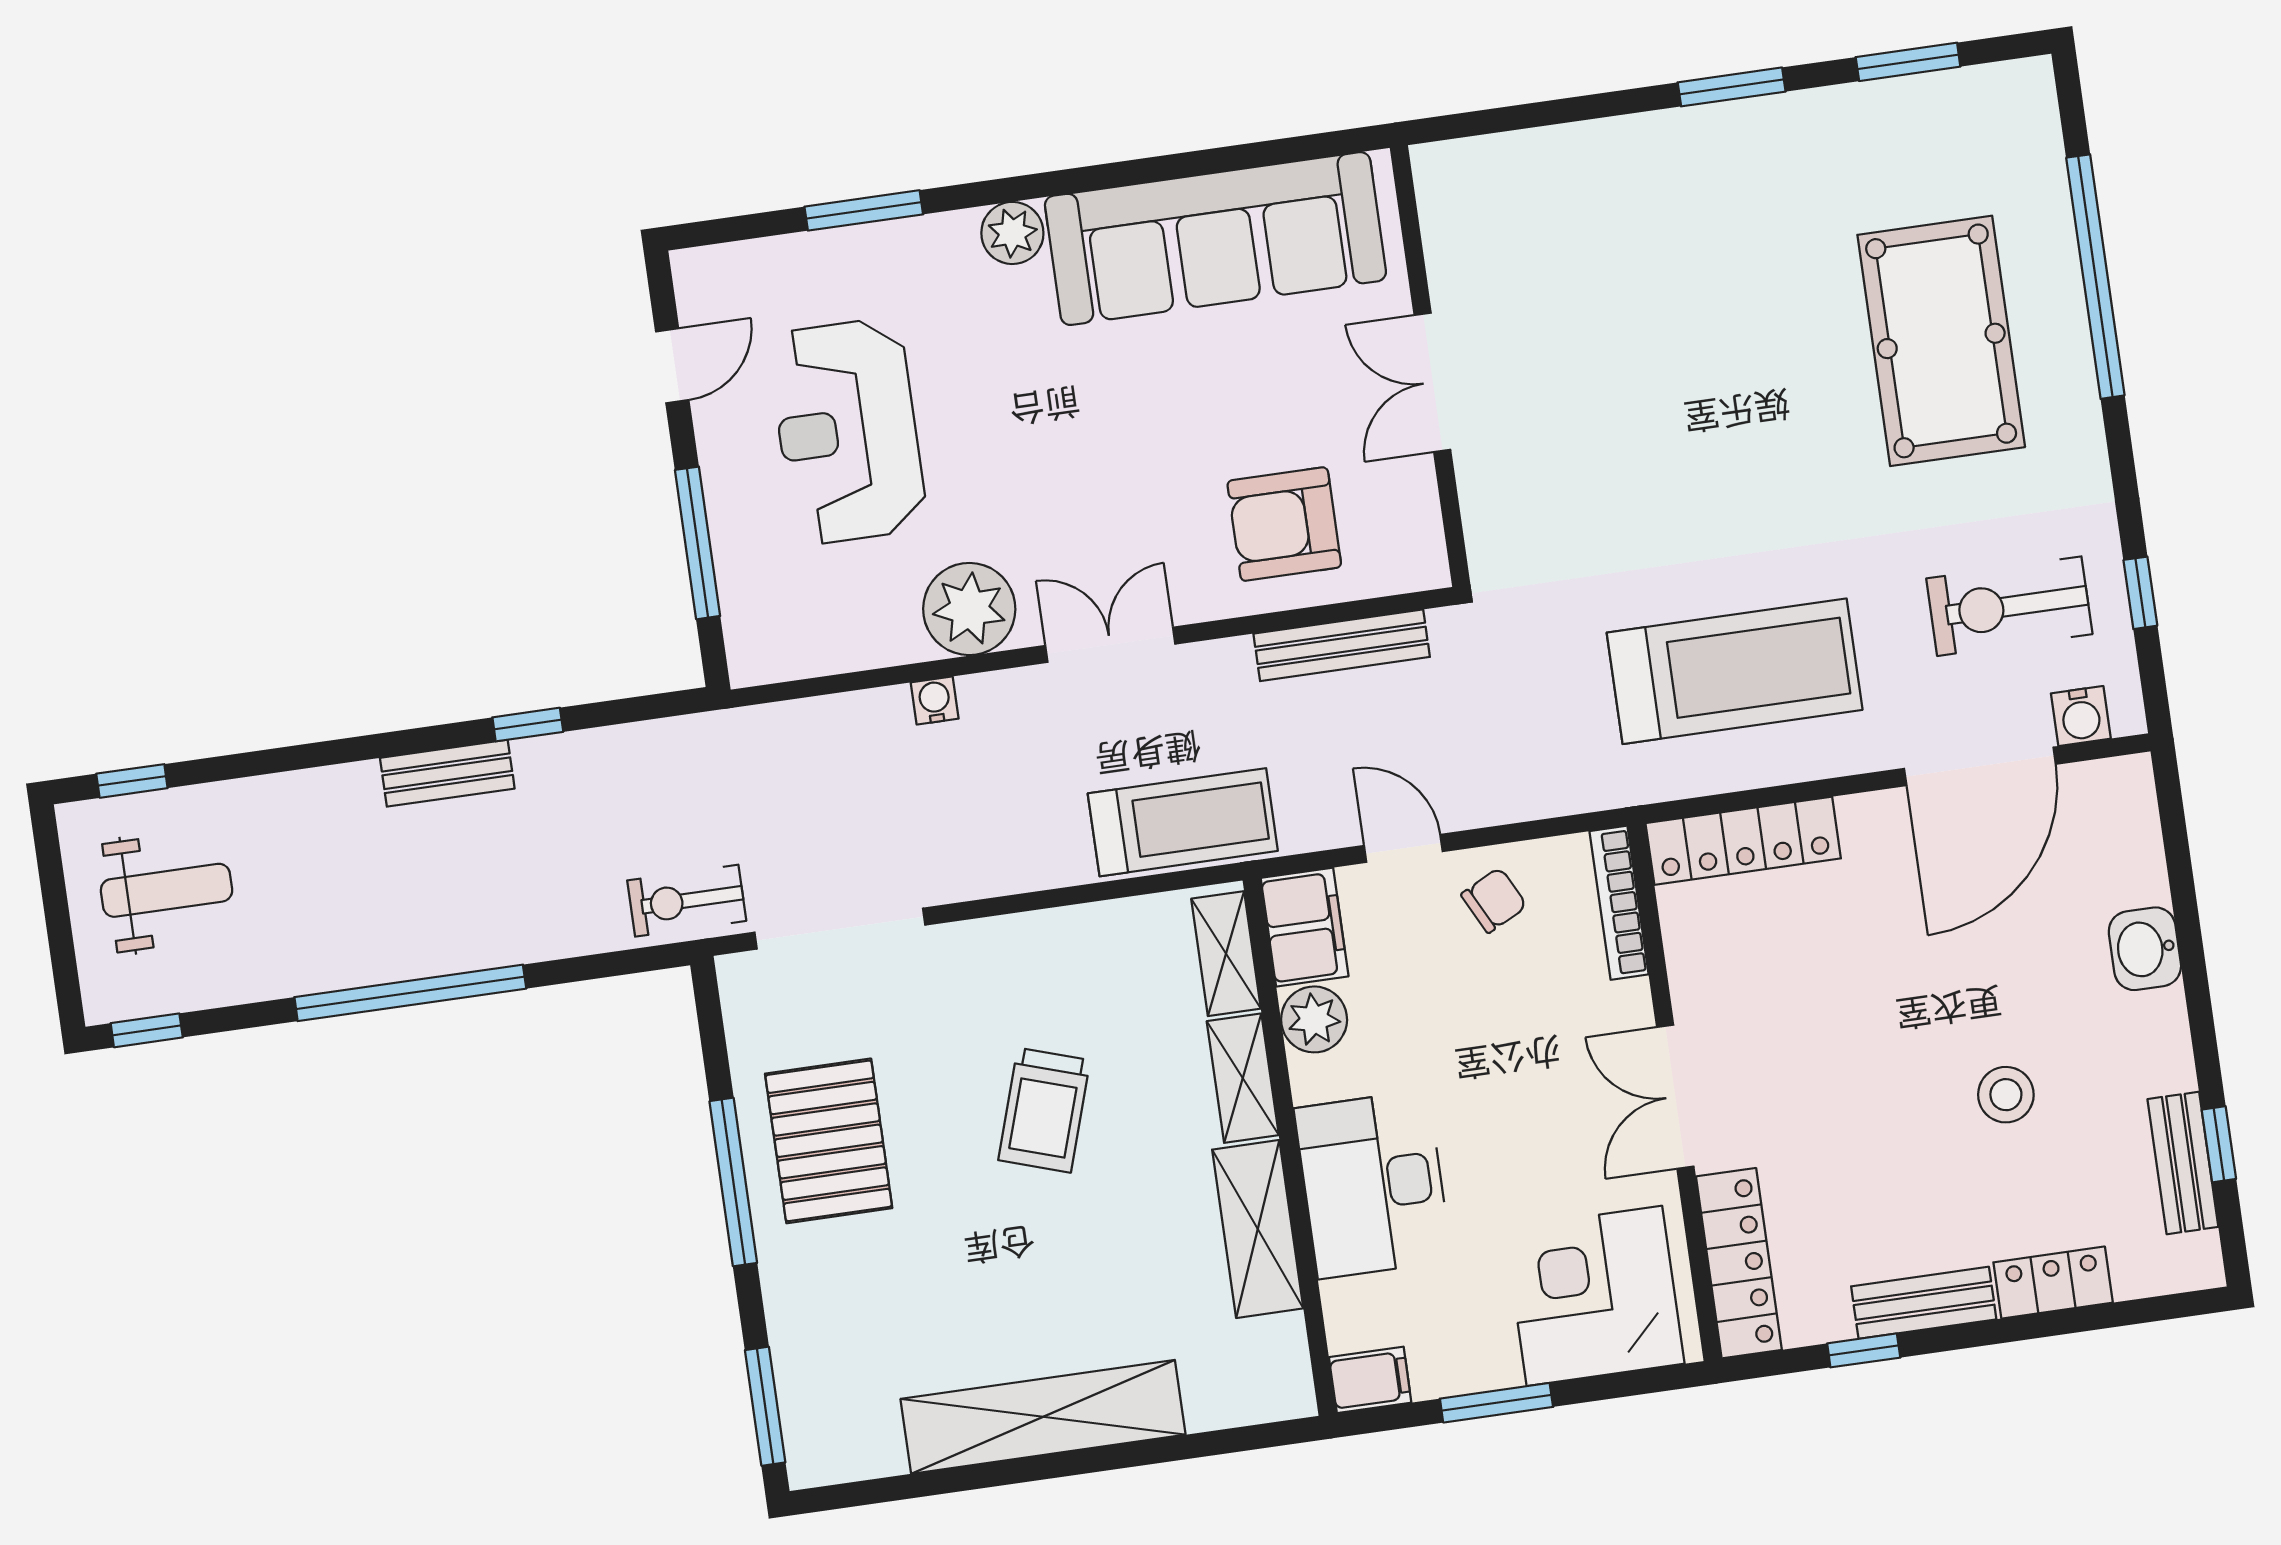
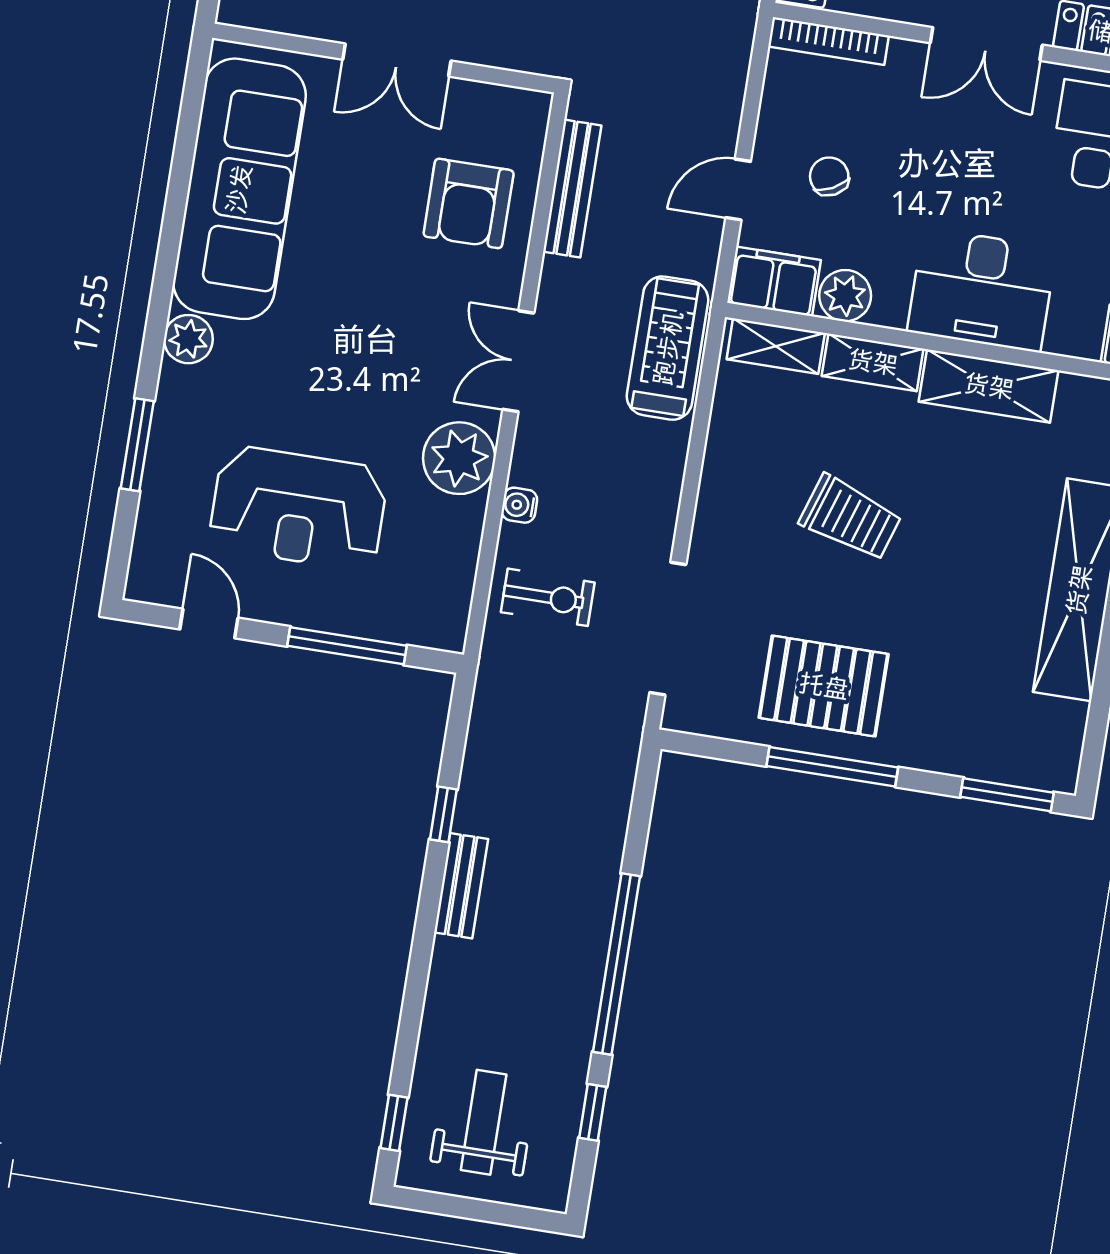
chair: (1494, 900) -> (829, 176), moved
exercise bike: (687, 901) -> (548, 597), moved, turned -90
window: (147, 1030) -> (593, 1112), moved

